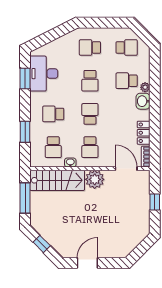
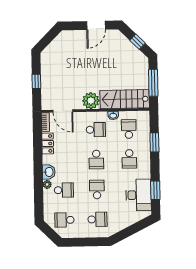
school desk: (53, 114) -> (129, 159), turned 90
school desk: (90, 147) -> (96, 130), turned 90

